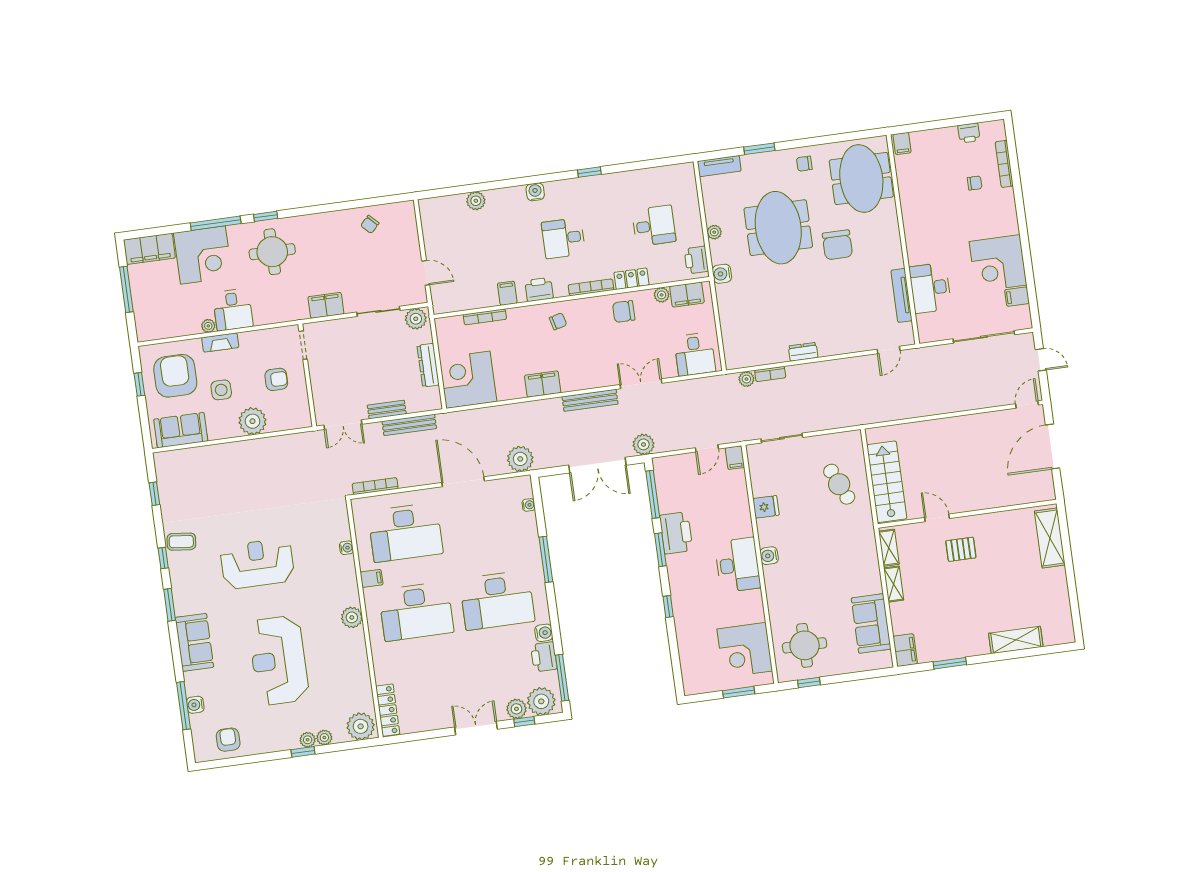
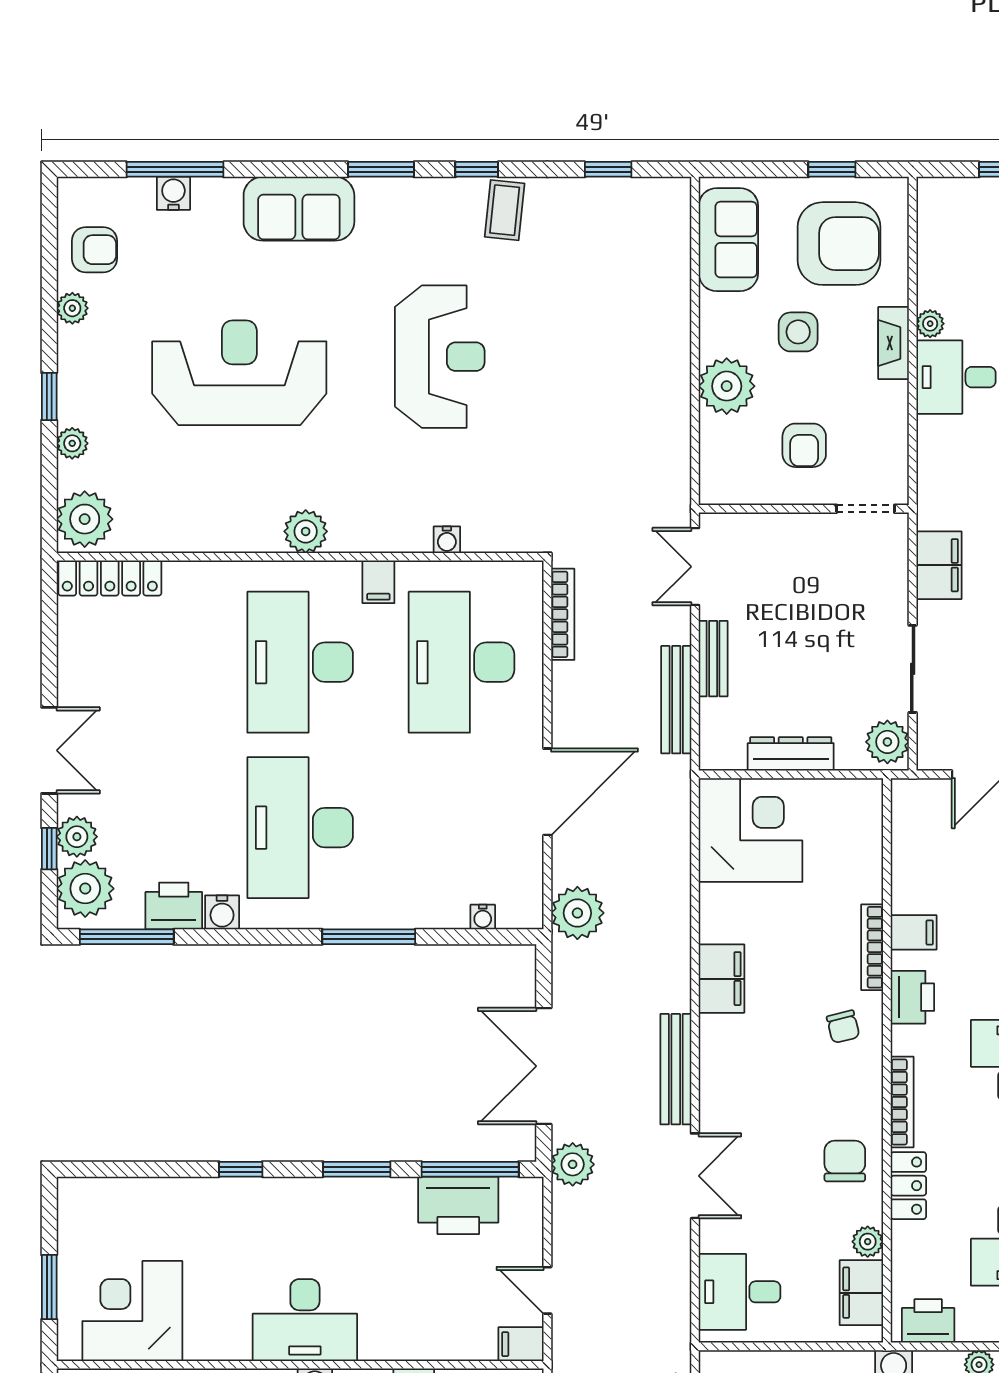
bookcase: (485, 317) -> (872, 947), moved
printer: (676, 533) -> (458, 1205), moved
plant: (308, 740) -> (72, 308), moved

